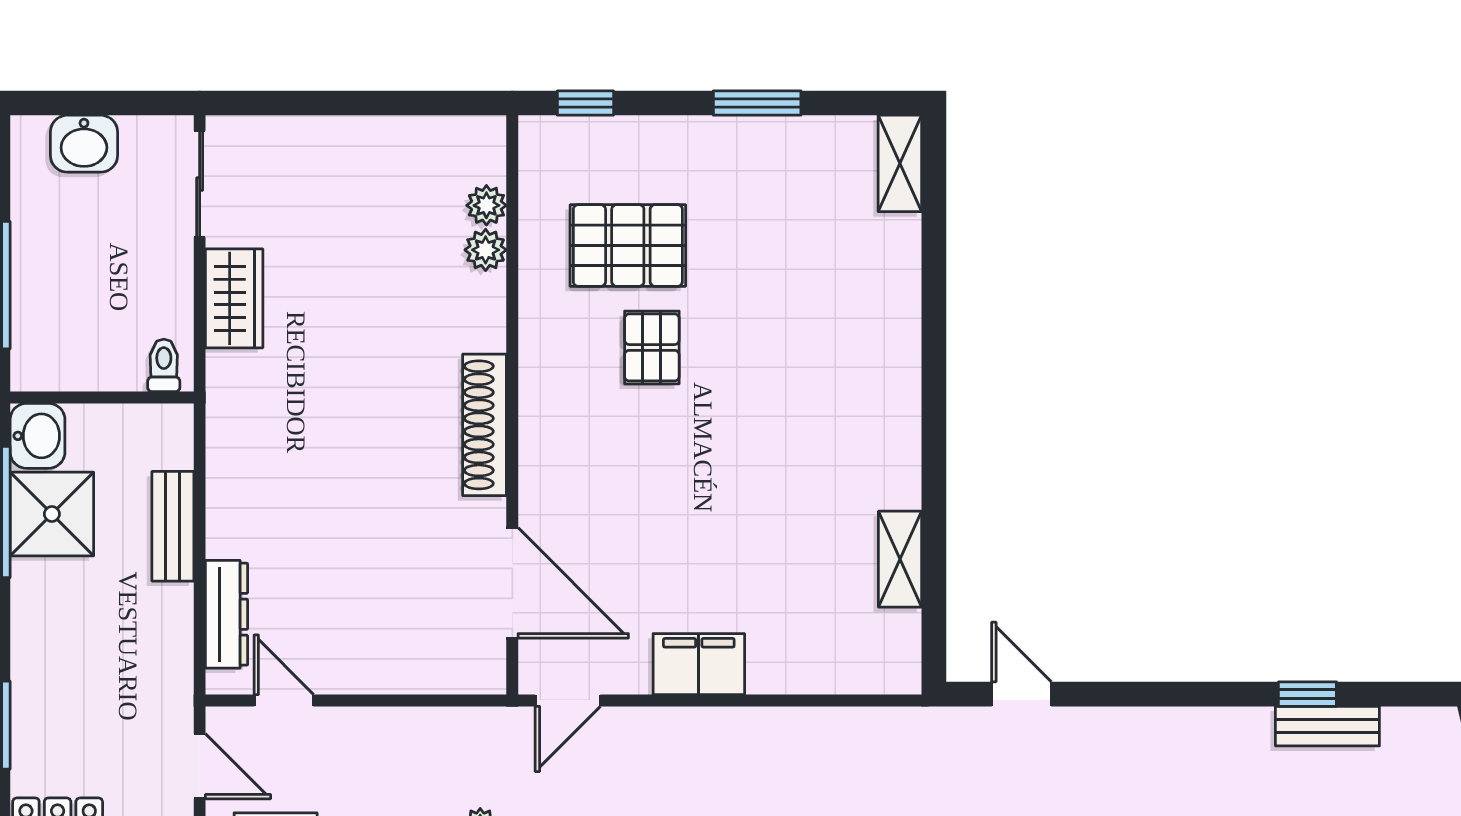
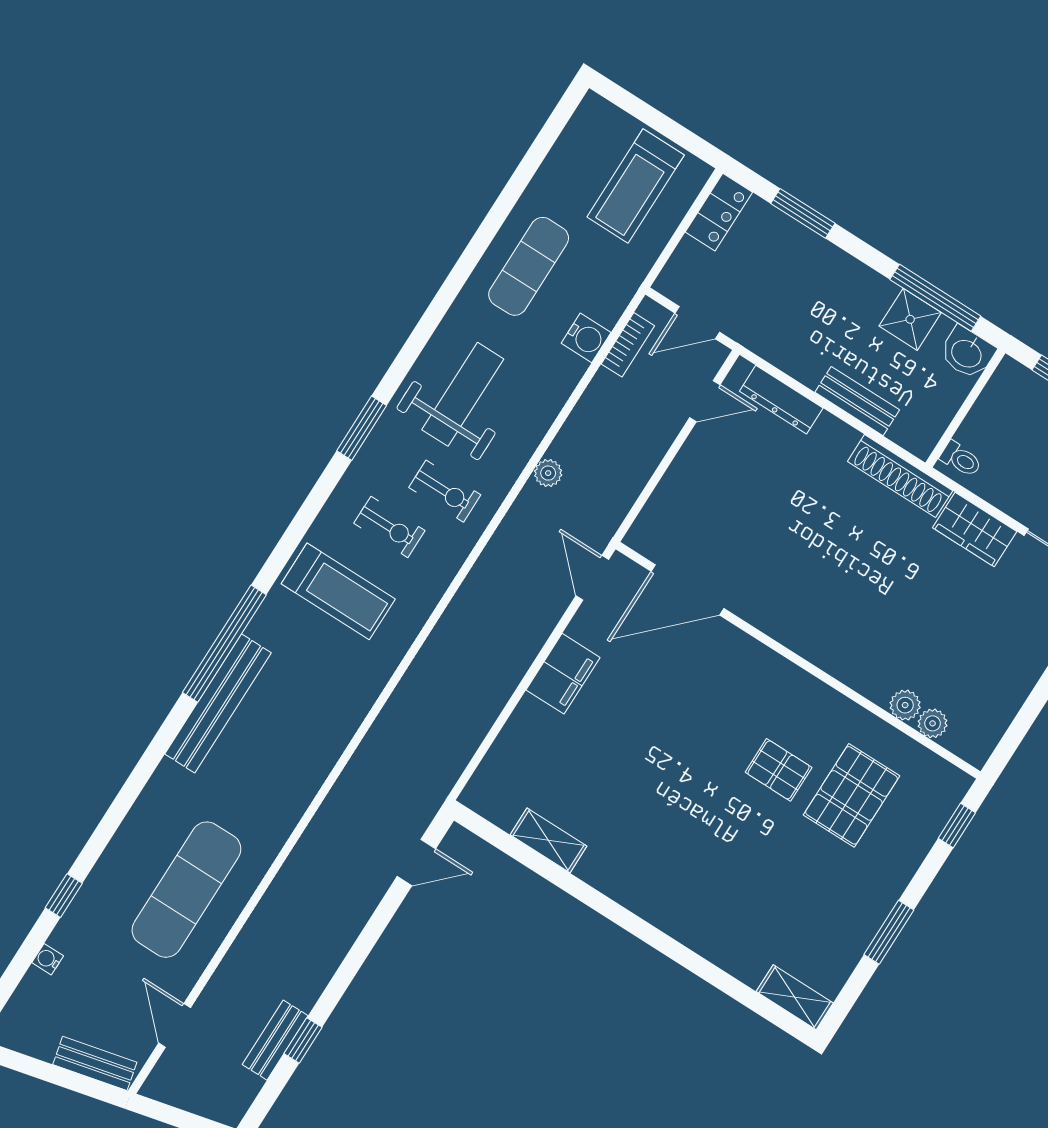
shoe rack: (485, 425) -> (900, 476), moved, turned 180
shower: (52, 514) -> (910, 319), width x0.73, depth x0.73

